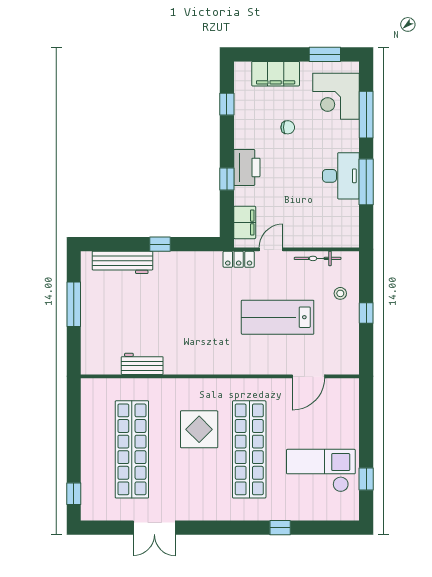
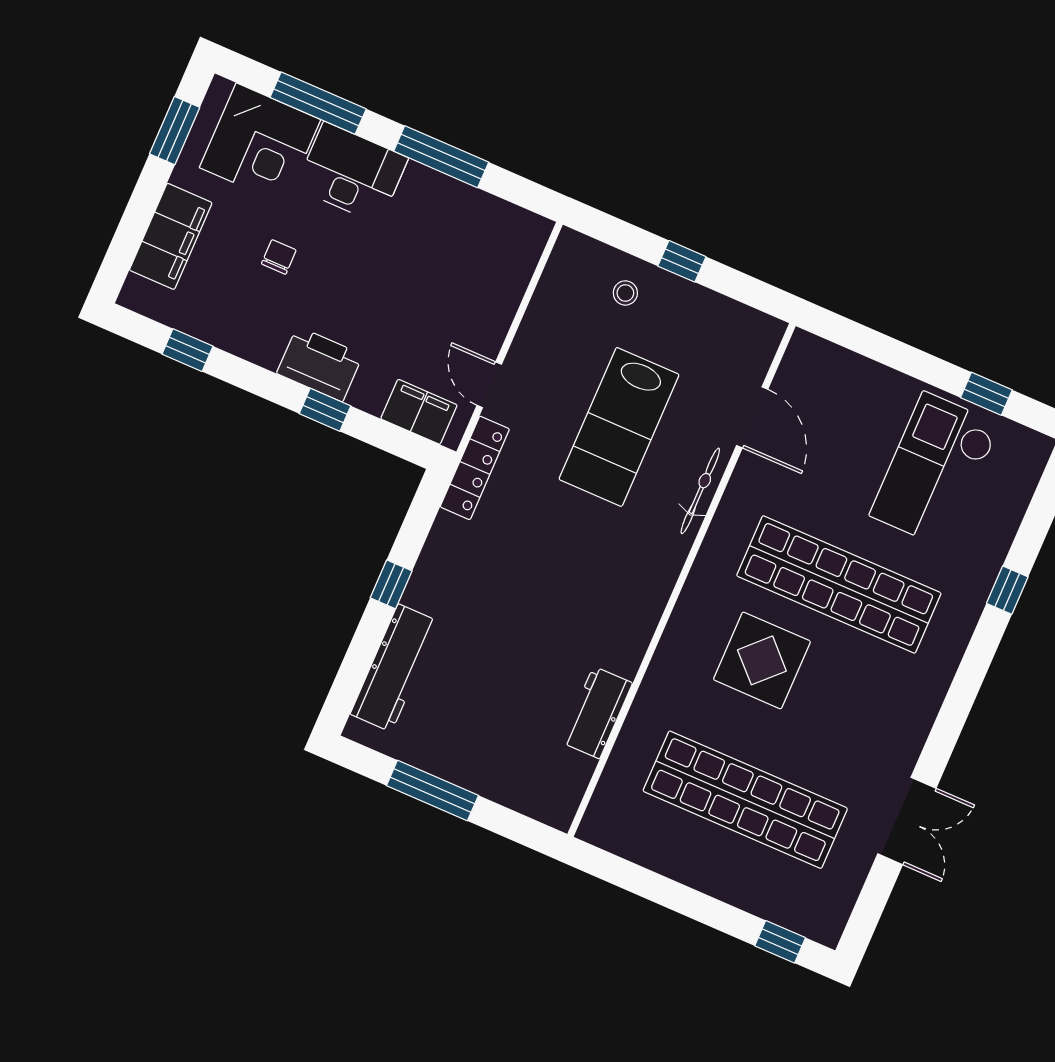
desk: (341, 176) -> (352, 173), moved
bicycle: (318, 258) -> (700, 491), moved, turned 180
locker: (239, 259) -> (475, 468), width x1.53

